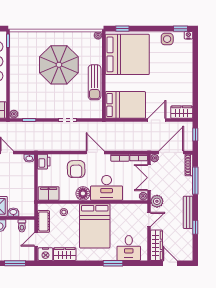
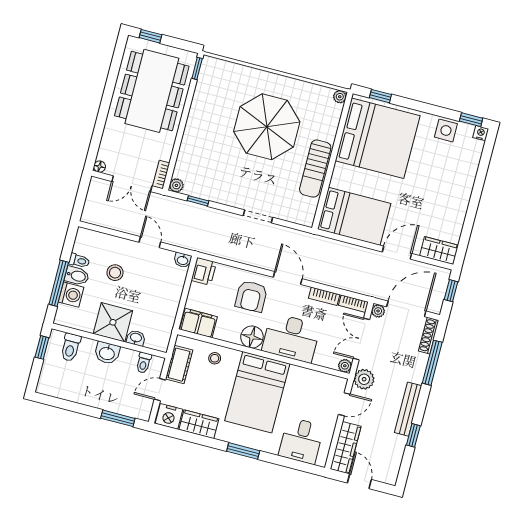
window: (113, 263) -> (243, 451), moved

